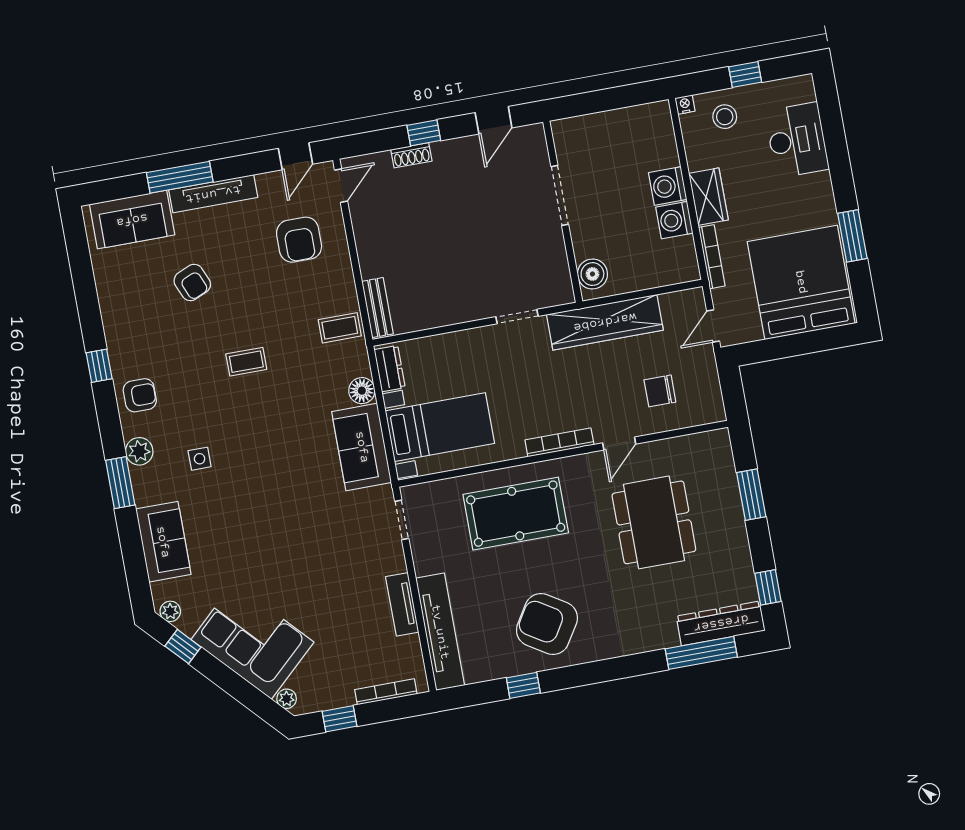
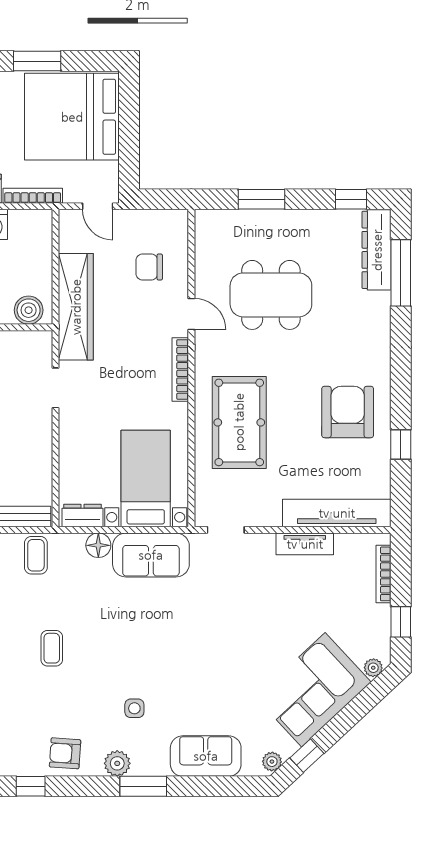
chair: (660, 391) -> (149, 267), turned 90
armchair: (140, 395) -> (65, 753), turned -86
armchair: (547, 624) -> (348, 412), turned 148

